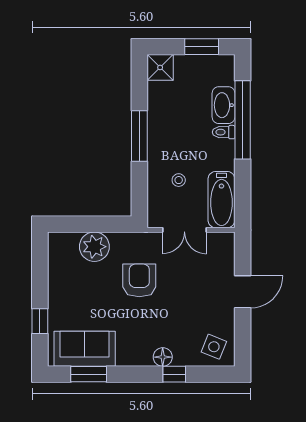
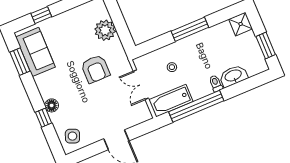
window: (243, 120) -> (196, 106), moved
armchair: (139, 280) -> (95, 69), turned 90

